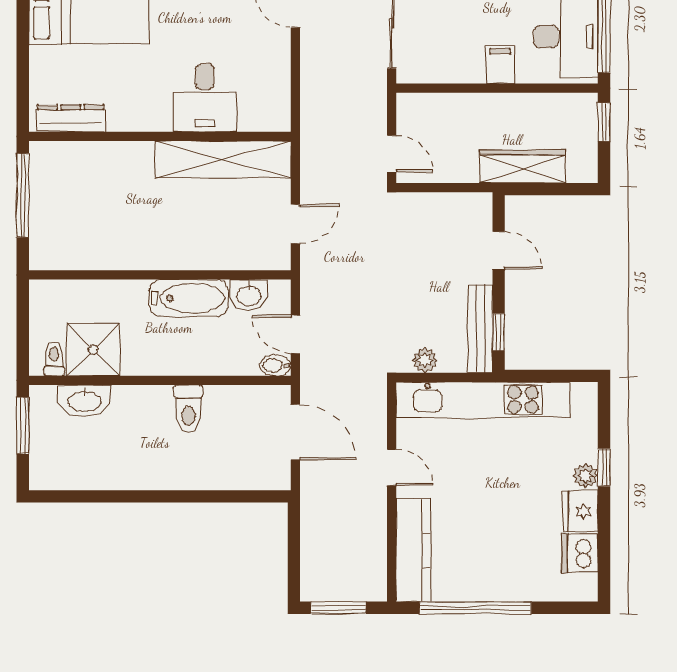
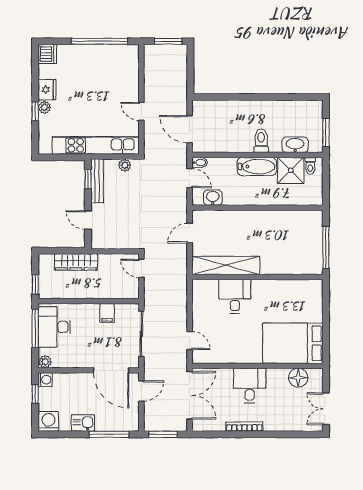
filing cabinet: (500, 65) -> (107, 313), moved
dresser: (71, 118) -> (302, 286), removed
bathtub: (189, 298) -> (257, 167), moved, turned 180
toilet: (188, 409) -> (261, 141), moved
kitchen counter: (413, 550) -> (131, 70), removed
dishwasher: (580, 553) -> (47, 54), moved

